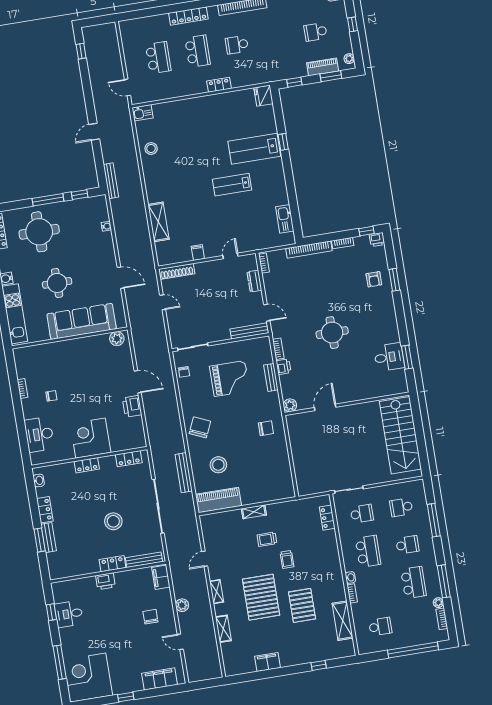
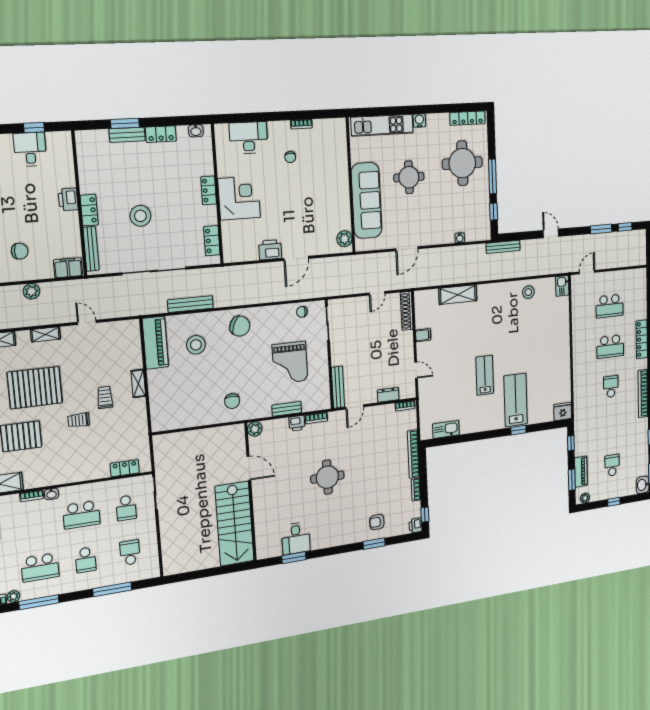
window: (85, 78) -> (601, 229), added
locker: (219, 85) -> (578, 367), removed
stairs: (400, 435) -> (235, 524), moved, turned -90

